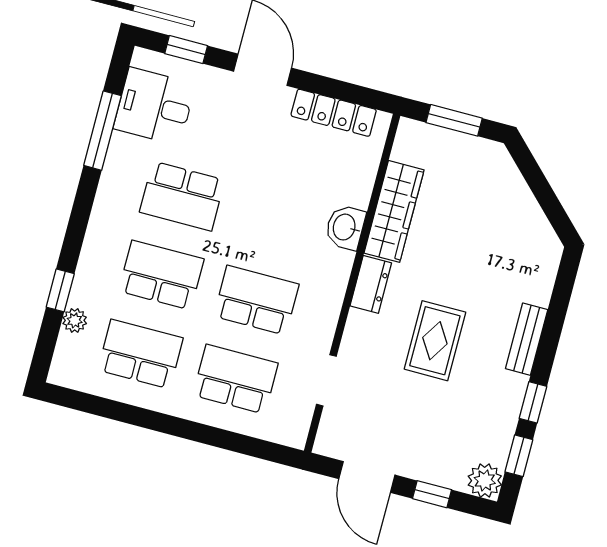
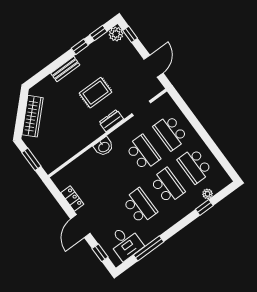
locker: (334, 113) -> (72, 198), width x0.66
wardrobe: (394, 211) -> (32, 116), moved, turned 135
washbasin: (345, 227) -> (104, 147), moved
school desk: (161, 275) -> (167, 186), turned 180
dresser: (371, 284) -> (111, 121), moved
school desk: (256, 300) -> (143, 153), turned 180
window: (432, 494) -> (130, 34), moved

